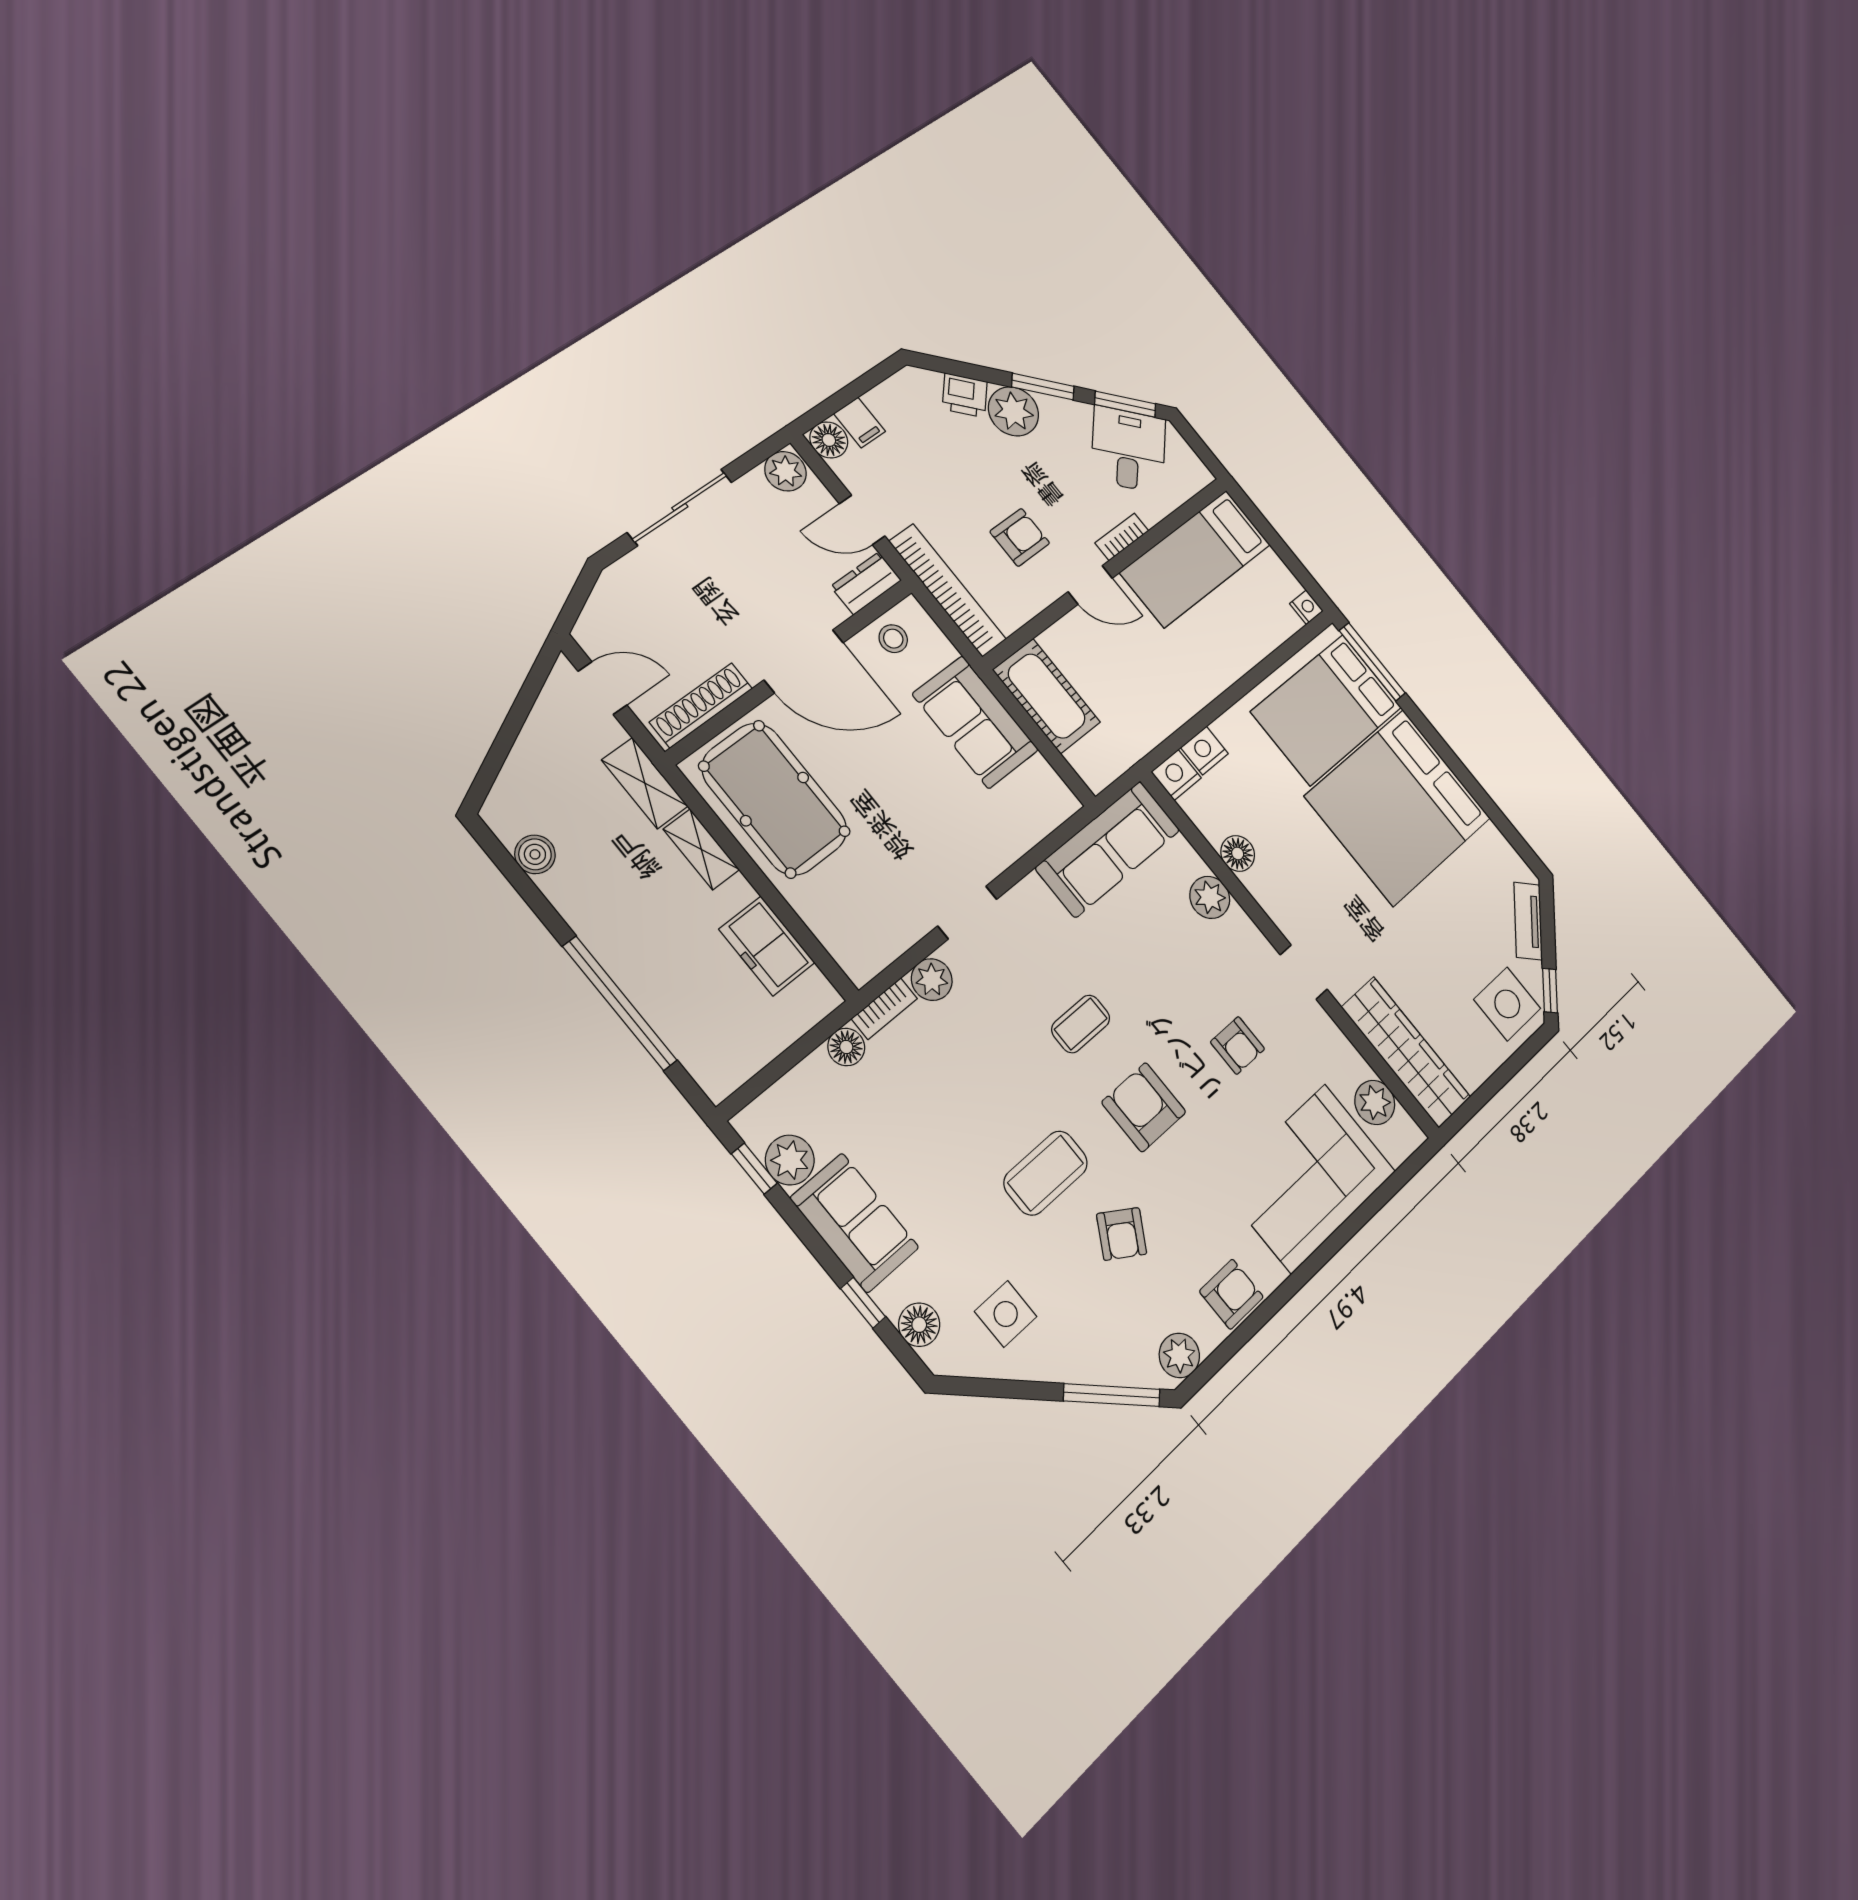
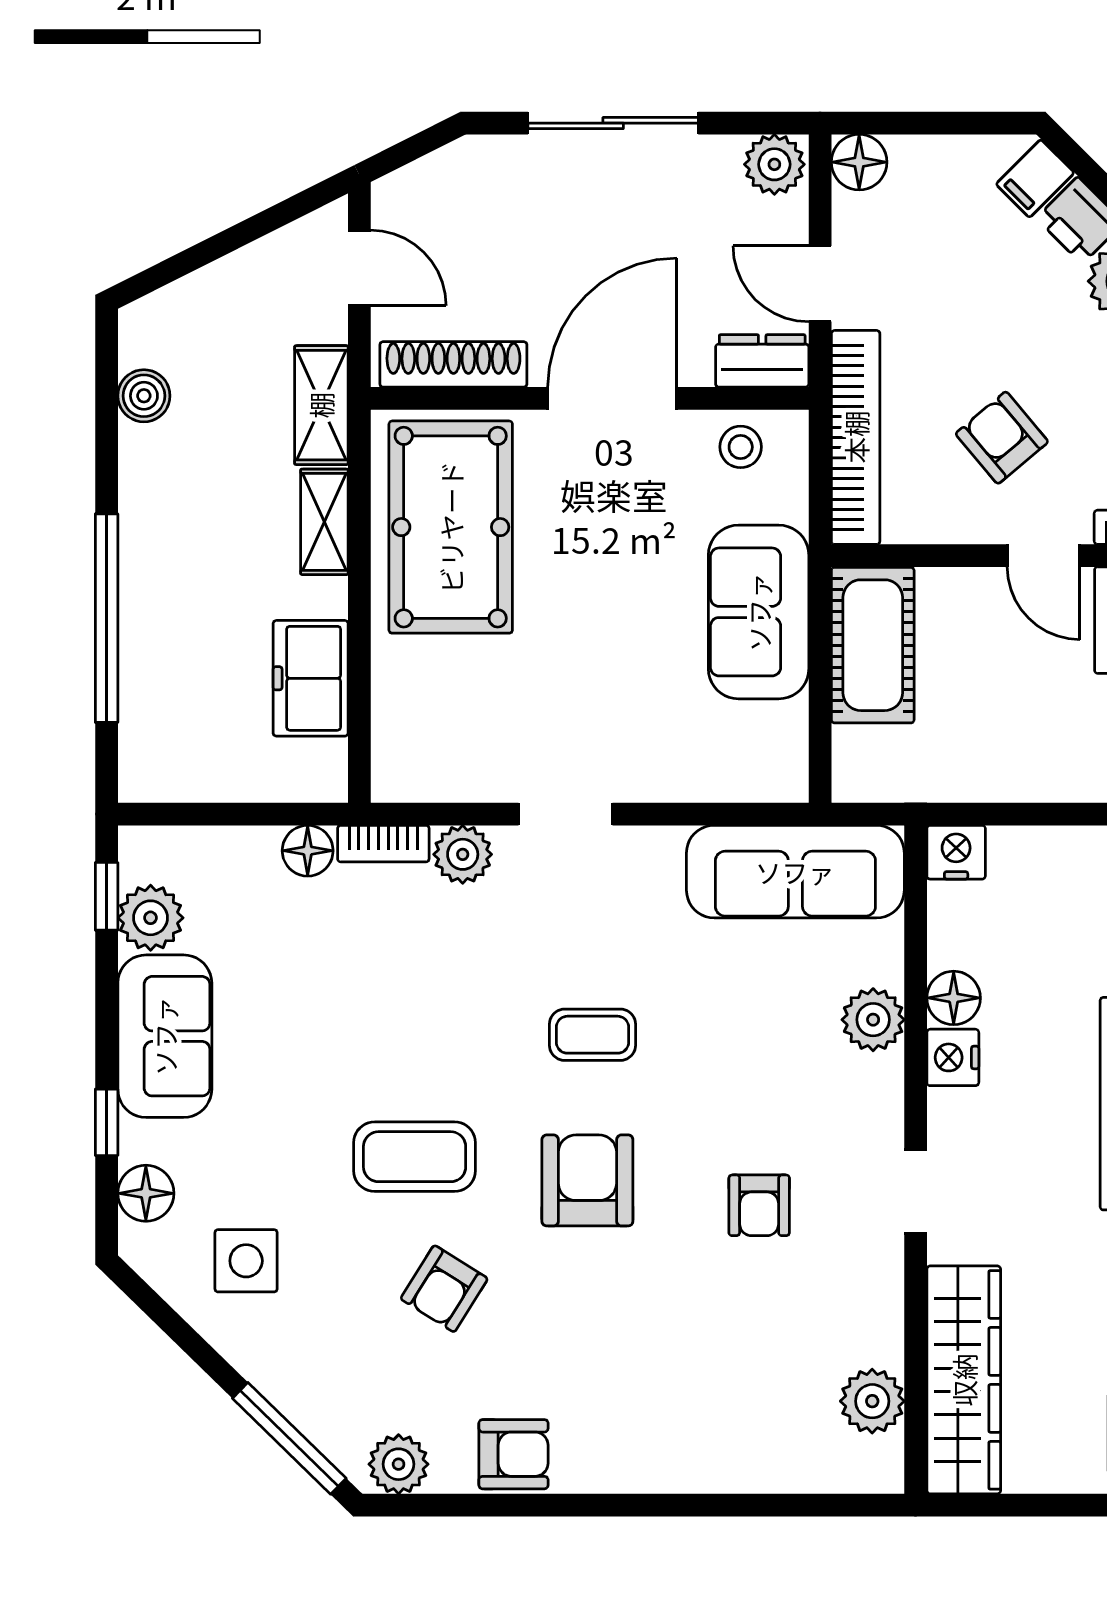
filing cabinet: (860, 423) -> (1035, 178), moved, turned 45
armchair: (1020, 537) -> (1002, 438), turned -130
door: (804, 661) -> (612, 398), swing flipped
nightstand: (1204, 751) -> (953, 1057), moved, turned -90
corner sofa: (1308, 1178) -> (715, 1413), removed

